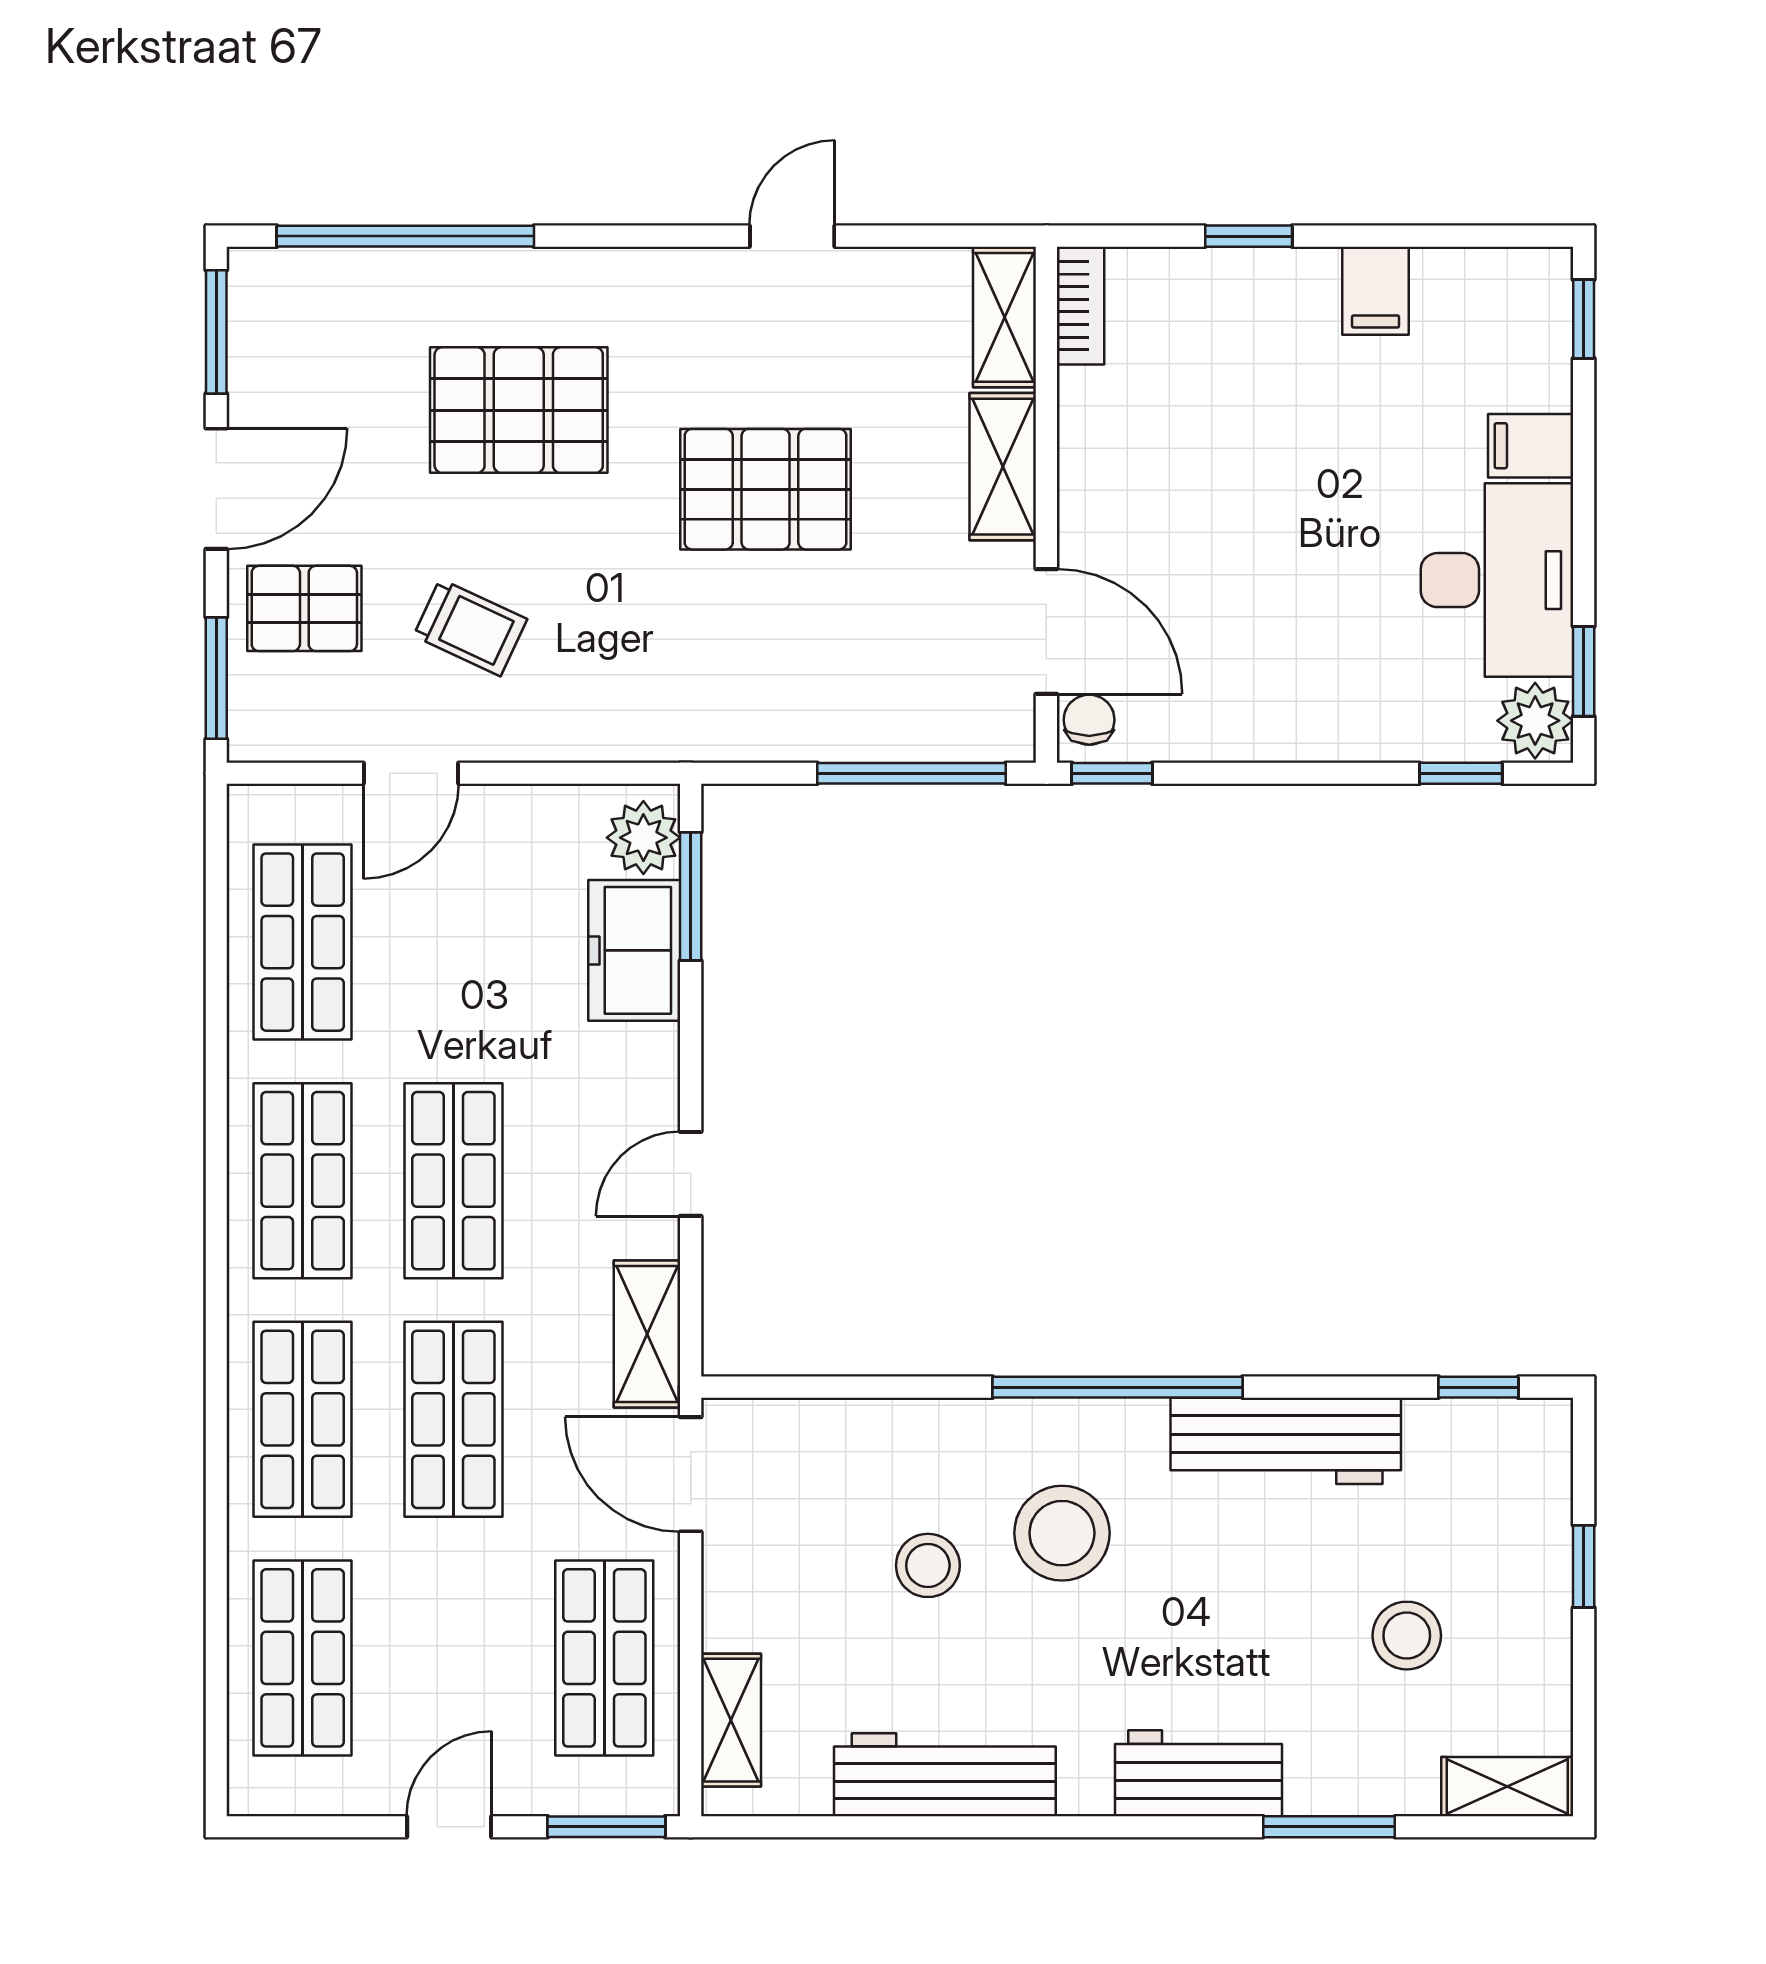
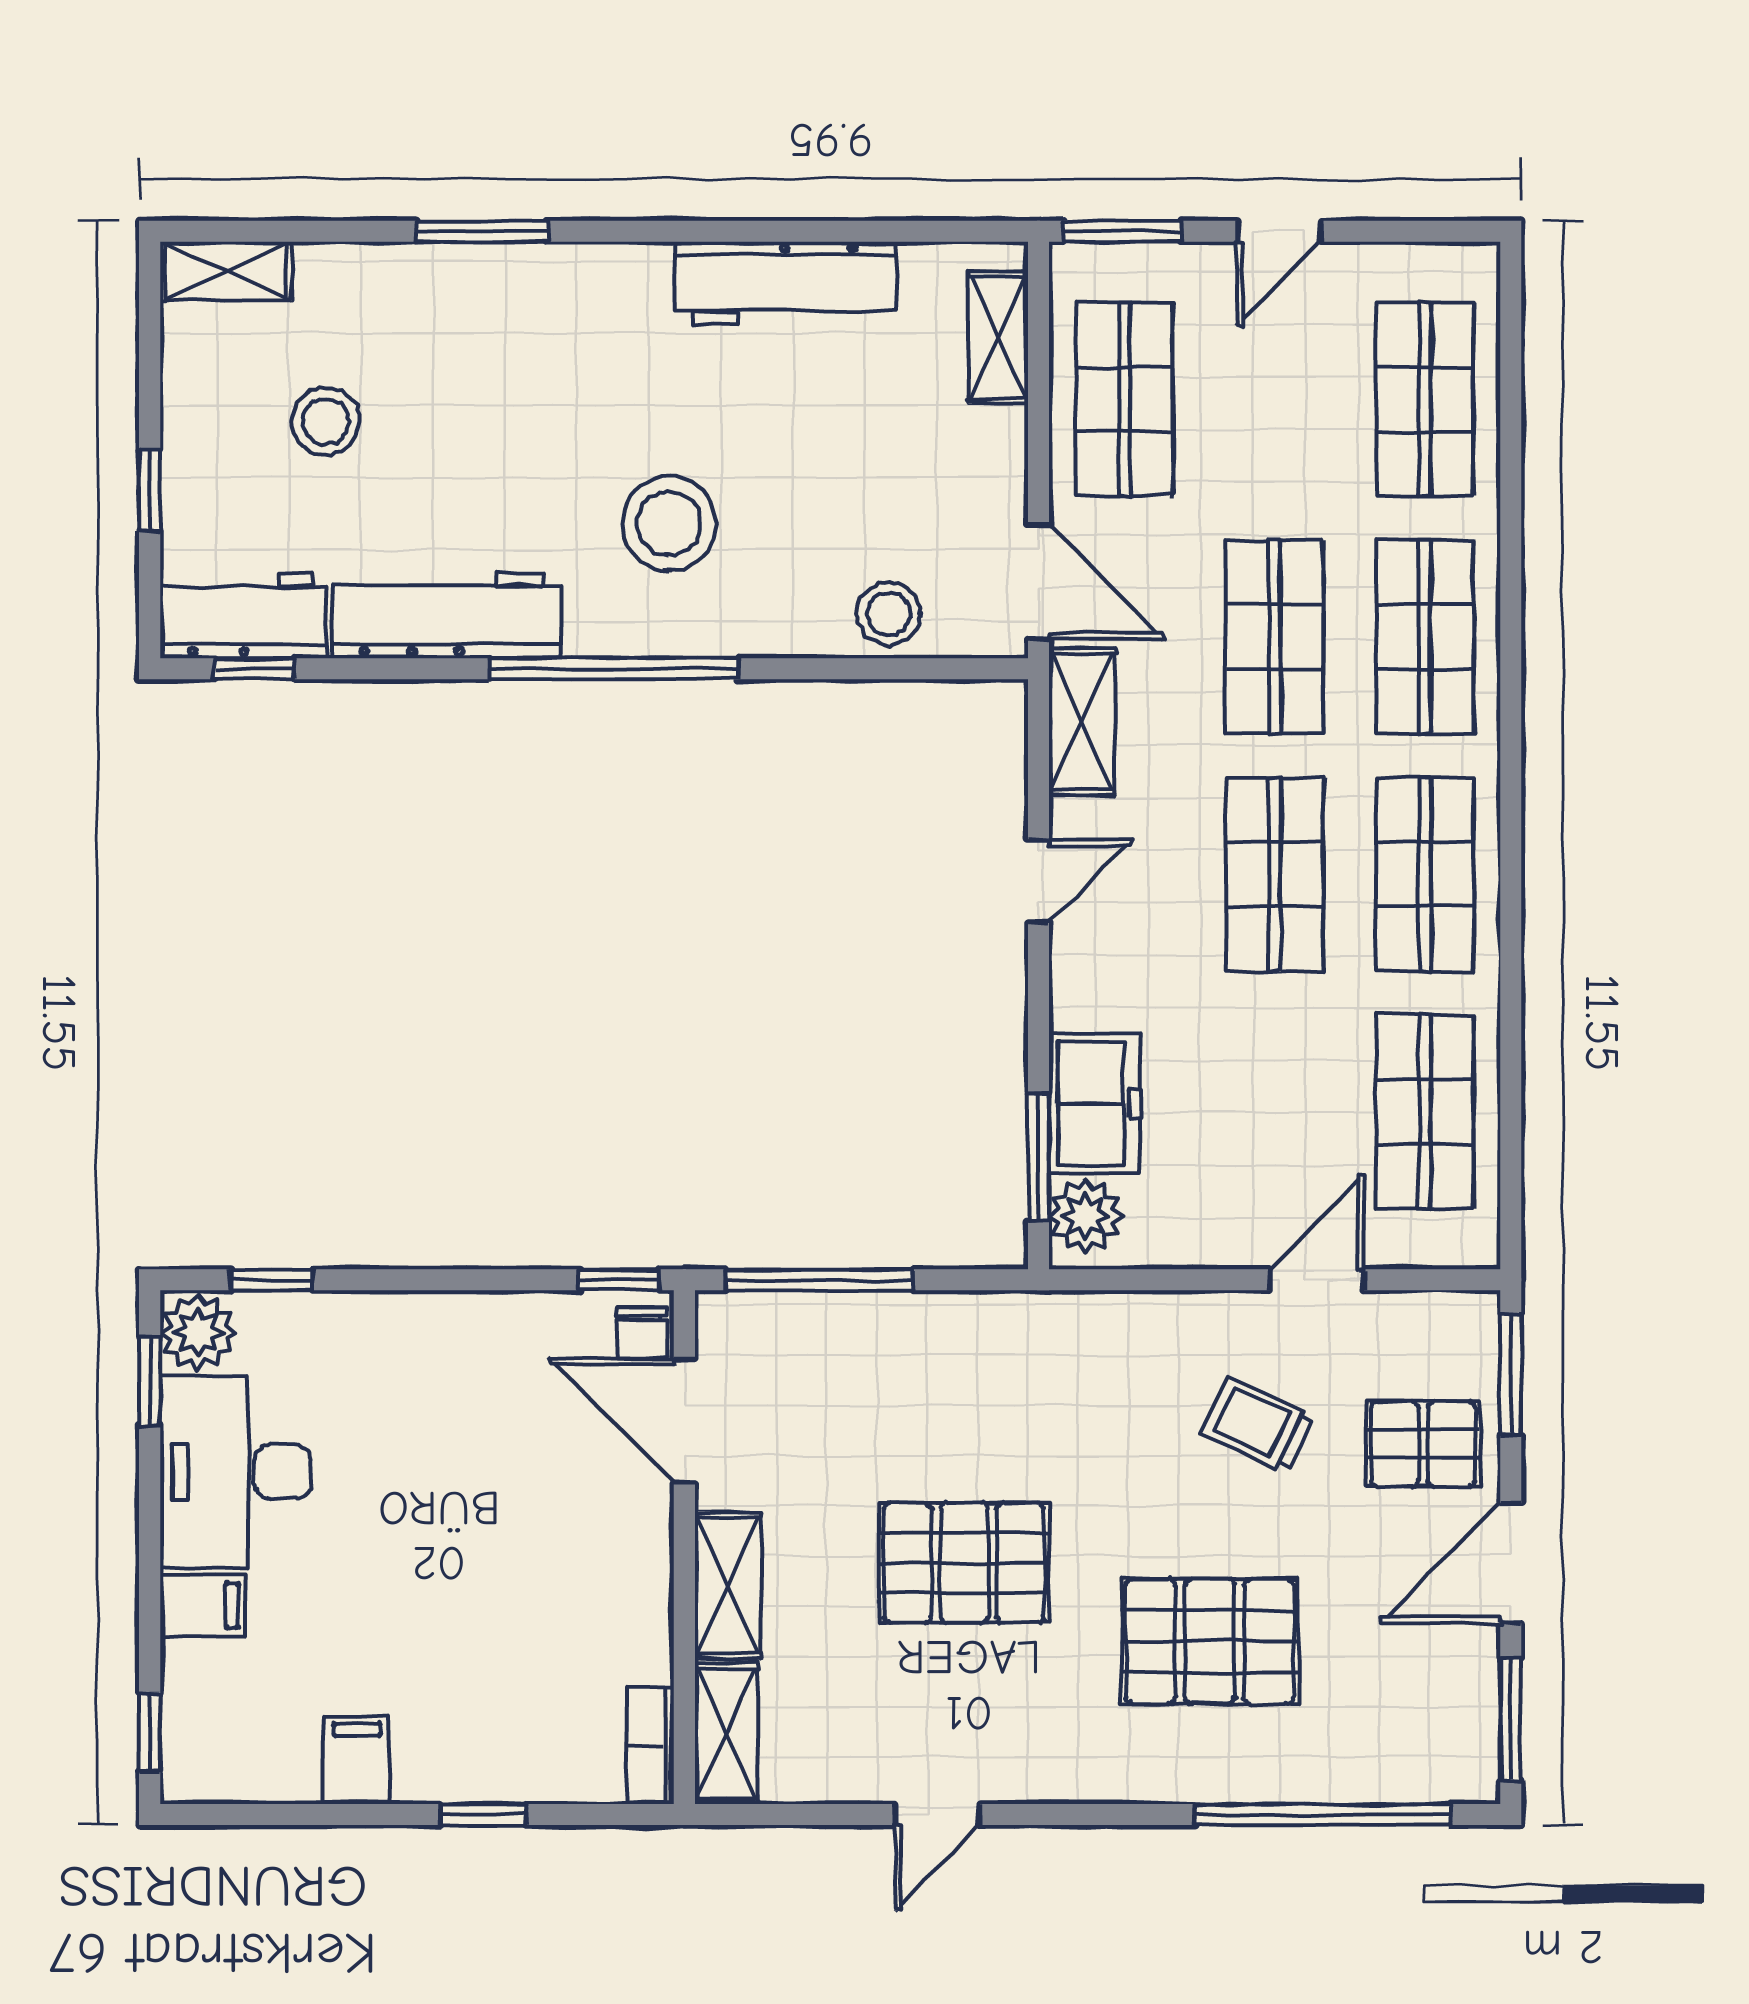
stool: (928, 1565) -> (889, 614), moved
workbench: (1198, 1773) -> (243, 615), moved, turned 180
window: (1329, 1827) -> (482, 231), moved

